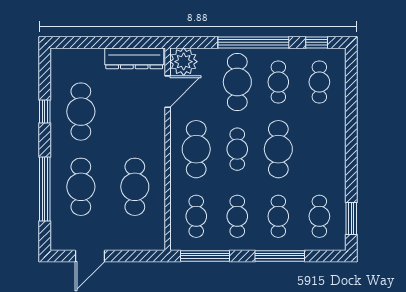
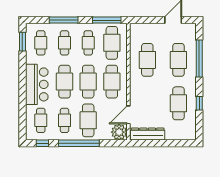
bar counter: (326, 144) -> (37, 84), added
cafe table: (237, 149) -> (88, 82), width x1.37, depth x1.35
cafe table: (196, 216) -> (112, 43), width x1.37, depth x1.35

